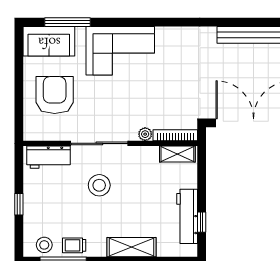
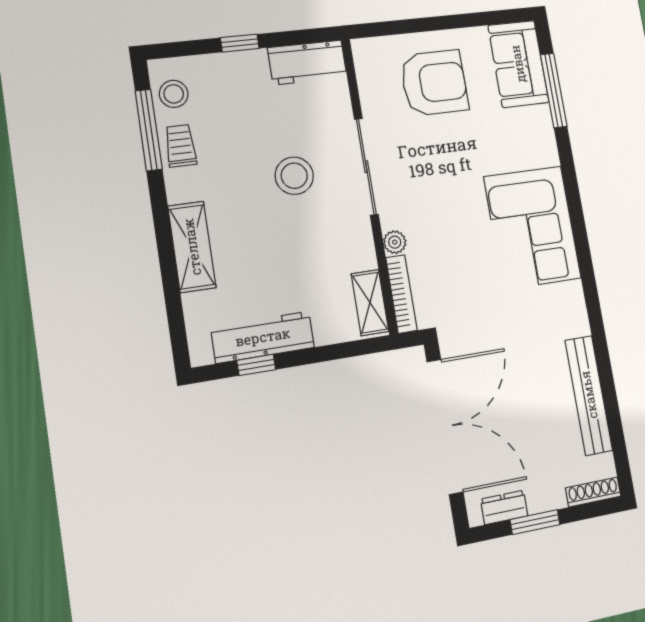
corner sofa: (120, 51) -> (532, 227), moved
workbench: (48, 157) -> (307, 62), moved, turned -90

